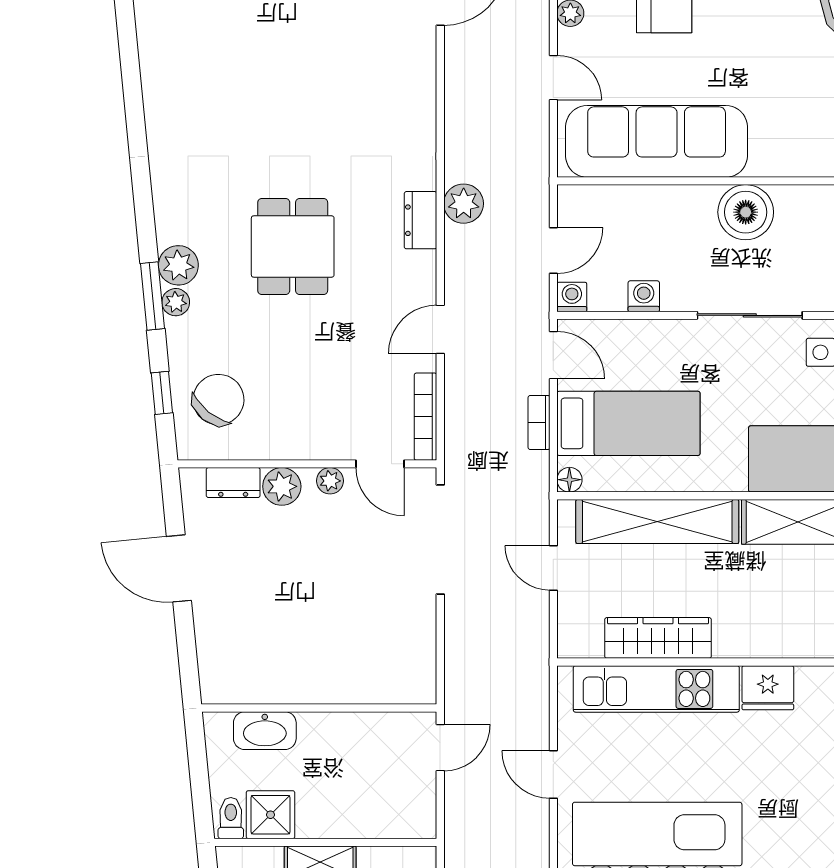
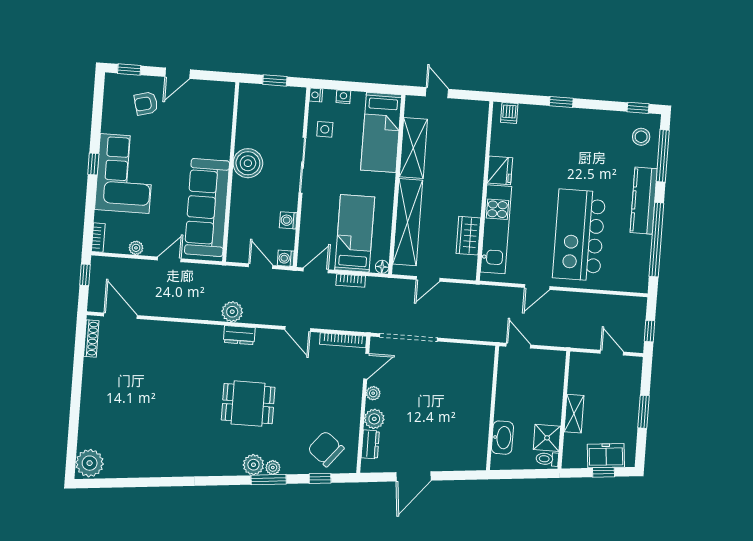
wardrobe: (658, 638) -> (468, 236), width x0.67

